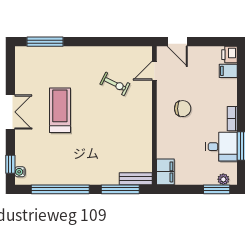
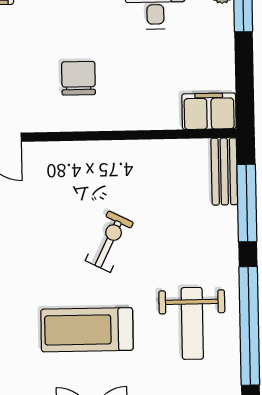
exercise bike: (115, 84) -> (109, 242), moved
weight bench: (62, 162) -> (192, 323), added

